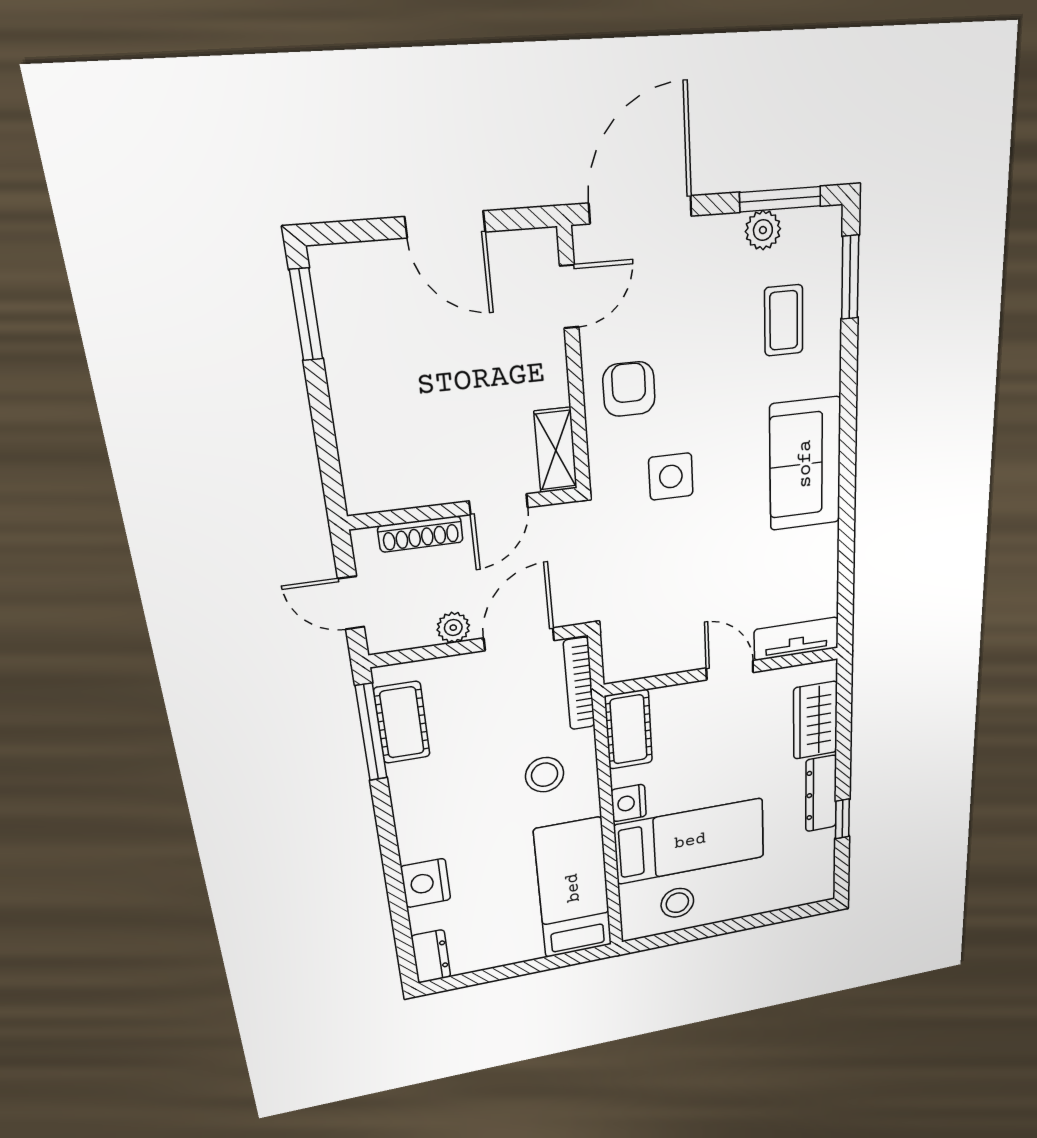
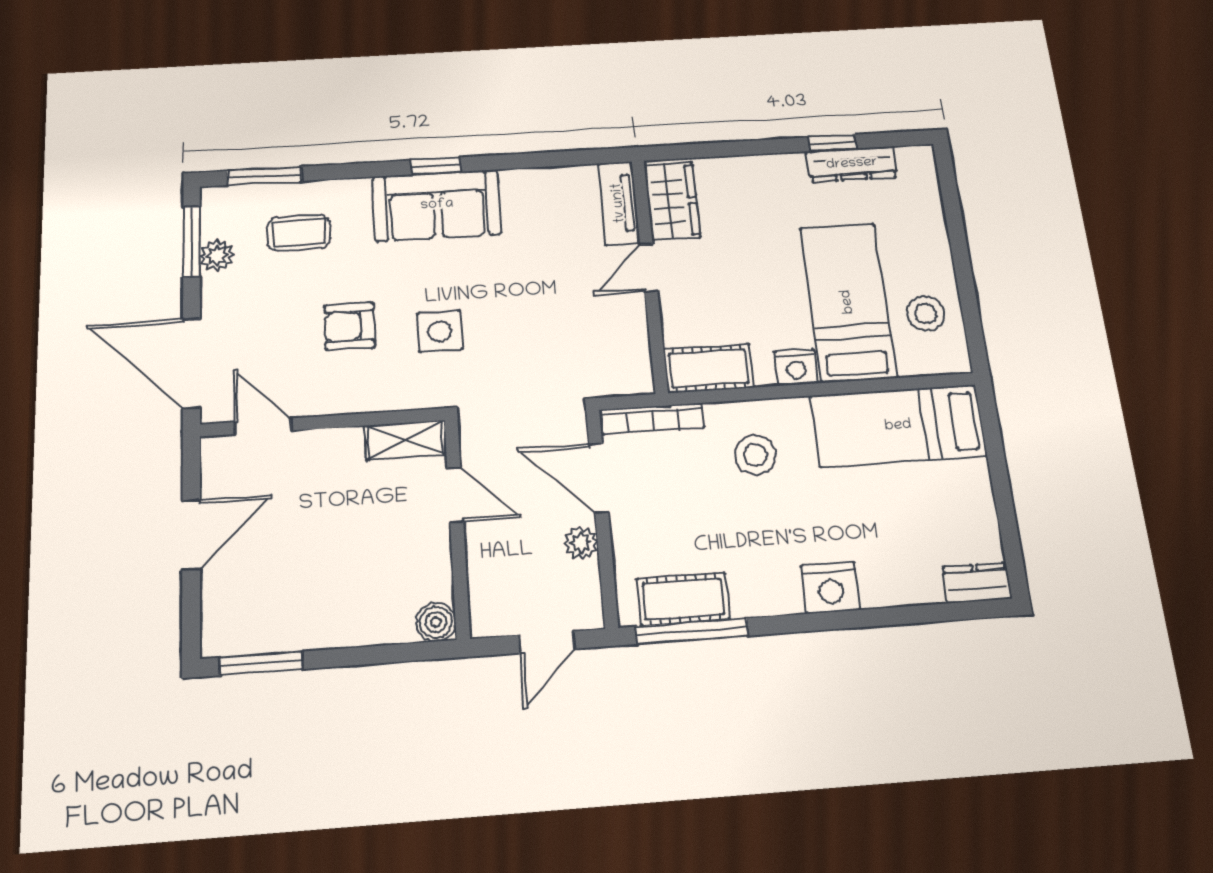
armchair: (629, 389) -> (350, 326), moved
window: (847, 460) -> (436, 166), added
boiler: (364, 495) -> (436, 622), added
shoe rack: (421, 534) -> (480, 570), removed
wardrobe: (815, 720) -> (672, 201), moved, turned -90
dresser: (821, 794) -> (852, 164), moved
nightstand: (426, 883) -> (831, 588), moved

